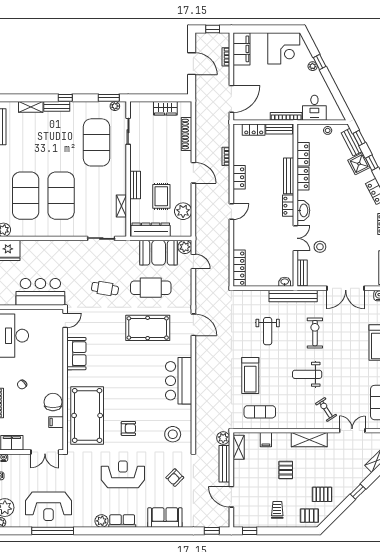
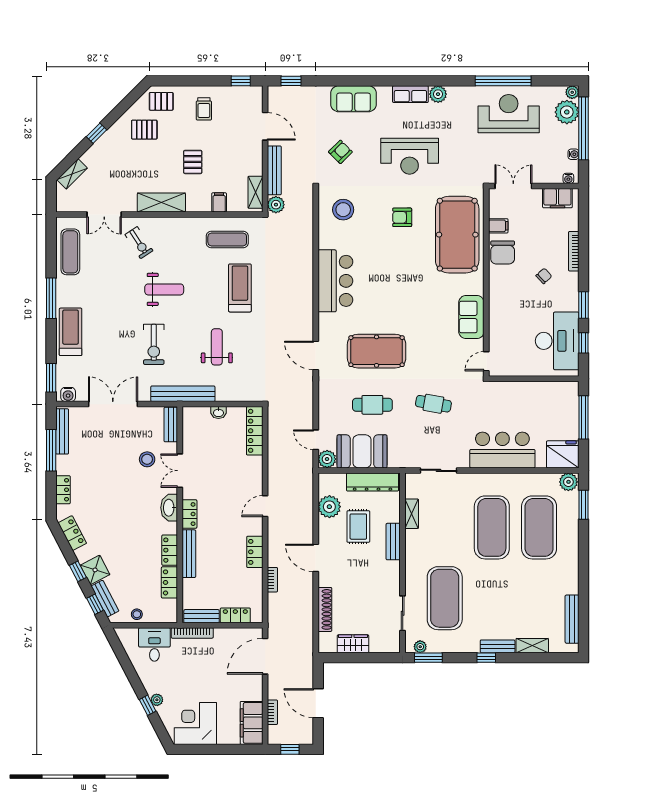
washbasin: (285, 282) -> (218, 413), moved
cafe table: (151, 288) -> (372, 405), width x0.73, depth x0.74
bar counter: (40, 292) -> (502, 450), moved, turned 180

